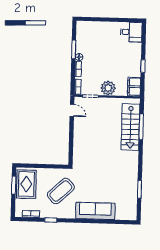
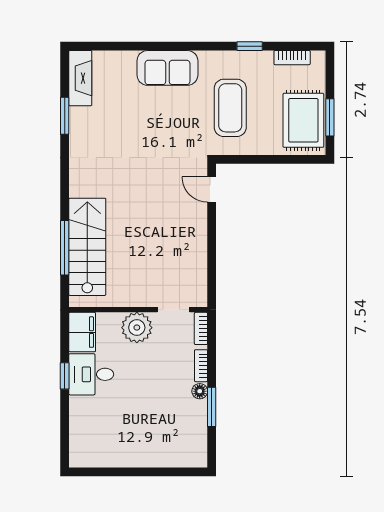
desk: (131, 32) -> (91, 374), moved
door: (72, 110) -> (212, 190), moved
coffee table: (61, 191) -> (230, 108), turned -47
fireplace: (132, 207) -> (80, 78), added
sofa: (95, 211) -> (167, 68), width x0.73

